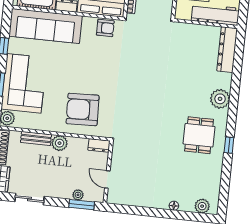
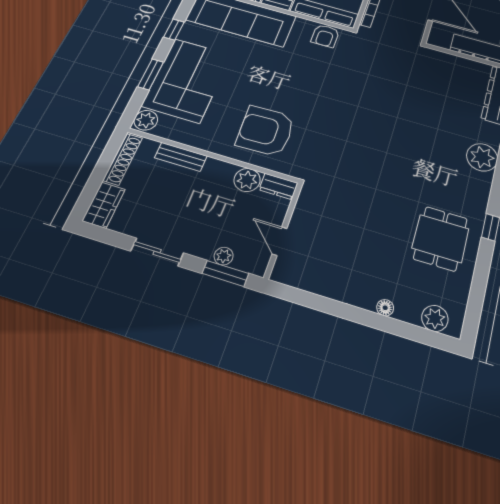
armchair: (105, 28) -> (325, 36), turned 90
dining table: (199, 135) -> (440, 239), moved
plant: (60, 143) -> (247, 180), moved
sliding door: (29, 199) -> (157, 252), moved

